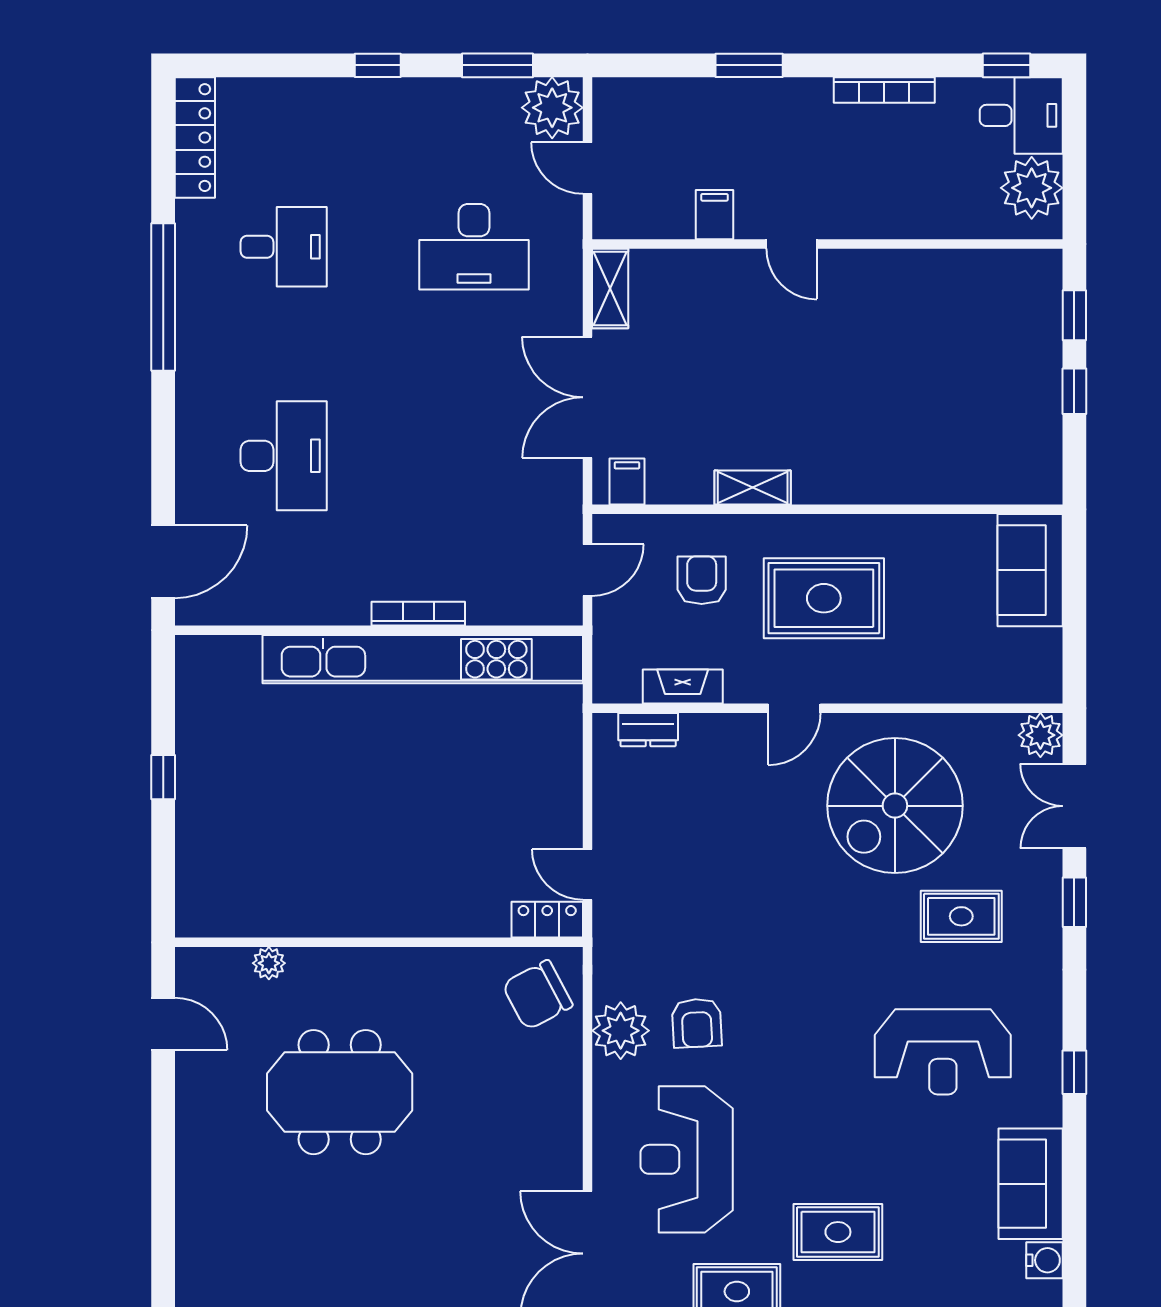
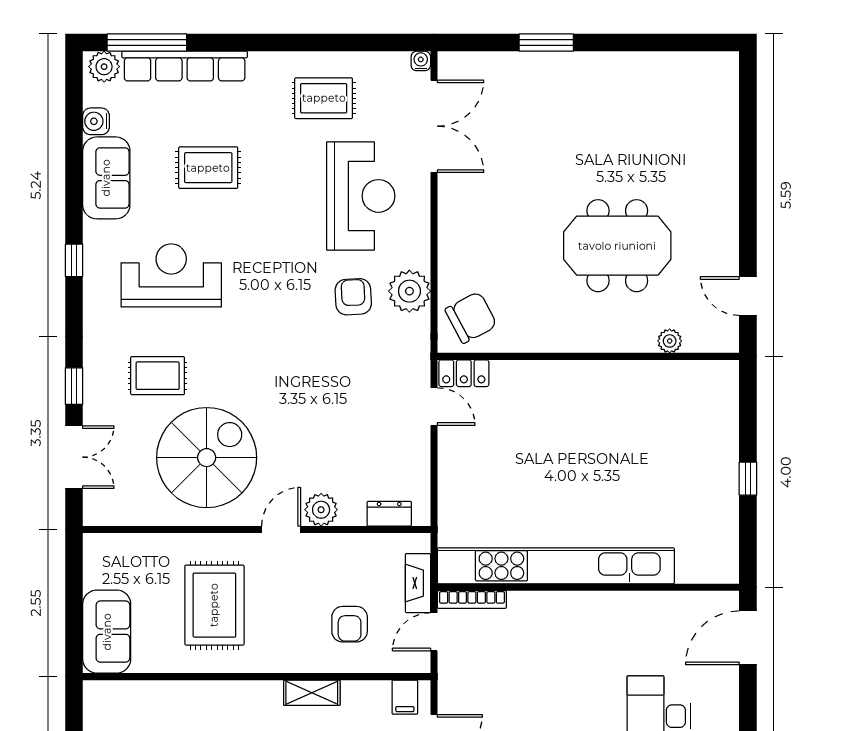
rug: (824, 598) -> (214, 605), moved, turned 90
bookcase: (418, 614) -> (472, 600), moved
fireplace: (683, 687) -> (418, 583), moved, turned 90
plant: (1040, 735) -> (321, 510), moved
rug: (838, 1232) -> (208, 168), moved

